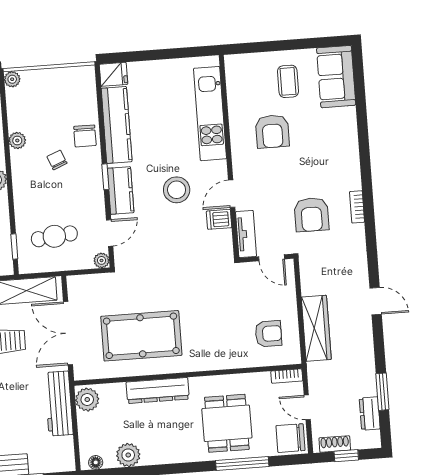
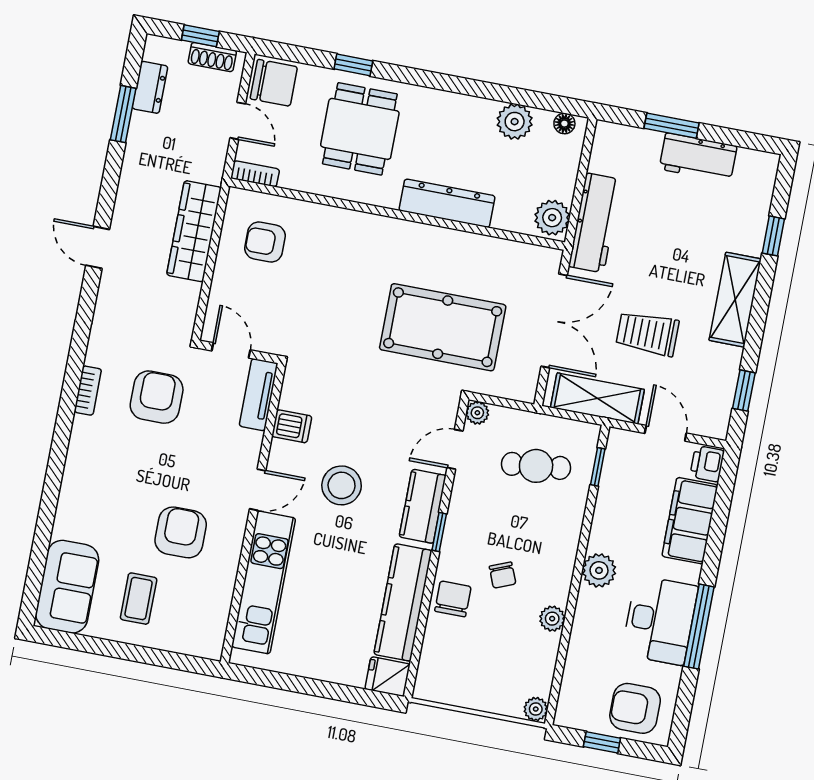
door: (232, 194) -> (258, 490), moved
pool table: (141, 336) -> (443, 327), moved
window: (242, 464) -> (353, 65), width x0.46

